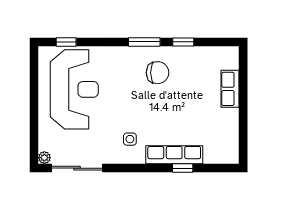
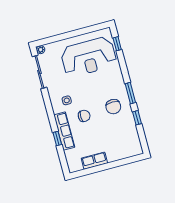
row of seats: (230, 89) -> (94, 161), moved
chair: (160, 119) -> (84, 116), added

